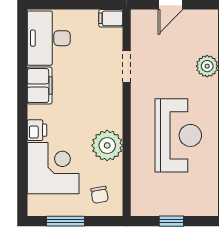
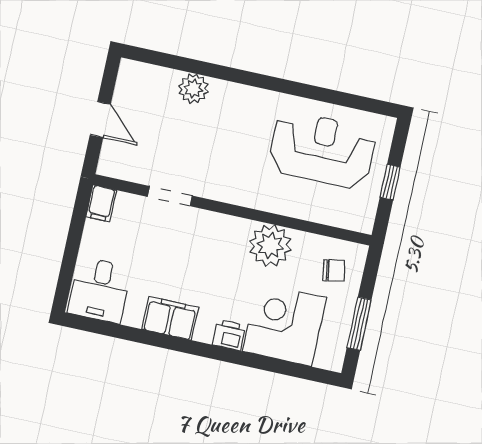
desk: (49, 38) -> (100, 290), width x0.73
reception desk: (178, 135) -> (322, 150), moved

